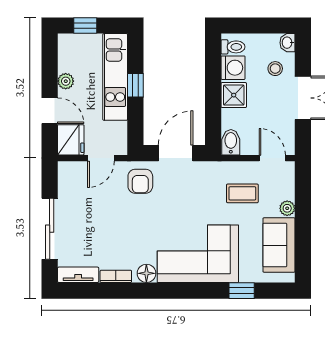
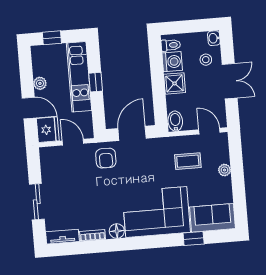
door: (101, 158) -> (73, 142), swing flipped
sliding door: (50, 229) -> (37, 202), width x0.73
sofa: (279, 245) -> (213, 218), moved, turned 90

